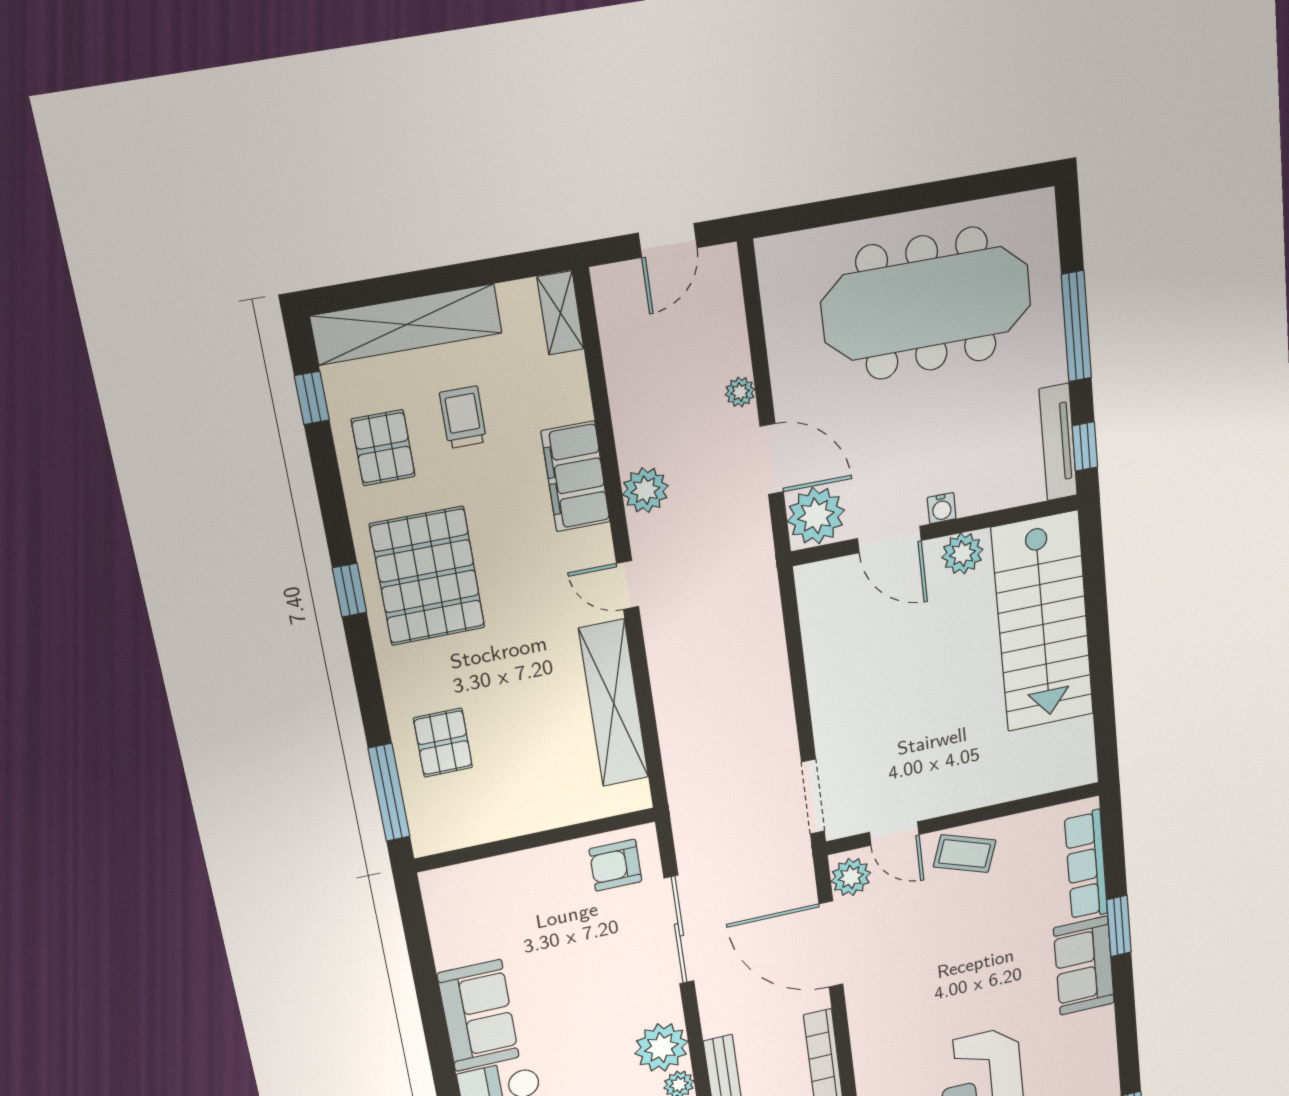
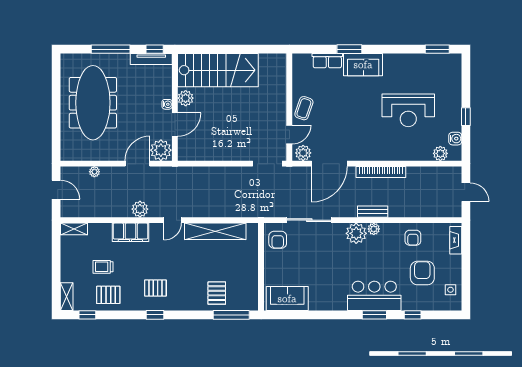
shelving: (407, 324) -> (67, 297), width x0.45, depth x0.75
plant: (740, 392) -> (94, 172), moved
pallet: (427, 576) -> (155, 288), width x0.49, depth x0.50
pallet: (443, 743) -> (217, 293), turned 90
row of seats: (1086, 865) -> (327, 61), width x0.68
sofa: (478, 1016) -> (287, 299), moved

